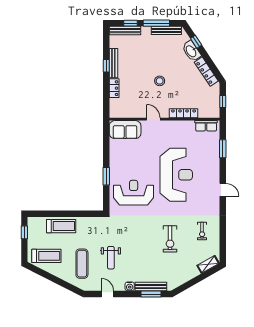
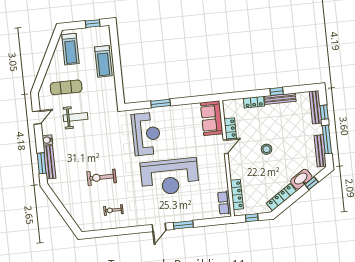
locker: (137, 113) -> (230, 128), added
locker: (184, 113) -> (237, 195), moved
window: (223, 149) -> (183, 225), moved
weight bench: (111, 258) -> (75, 117), turned 180
shelving: (208, 264) -> (79, 220), removed

